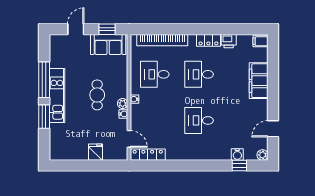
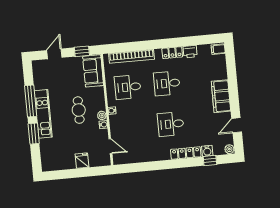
sofa: (108, 45) -> (93, 71), moved, turned 90
filing cabinet: (259, 81) -> (221, 96), moved
locker: (148, 155) -> (186, 153), moved

